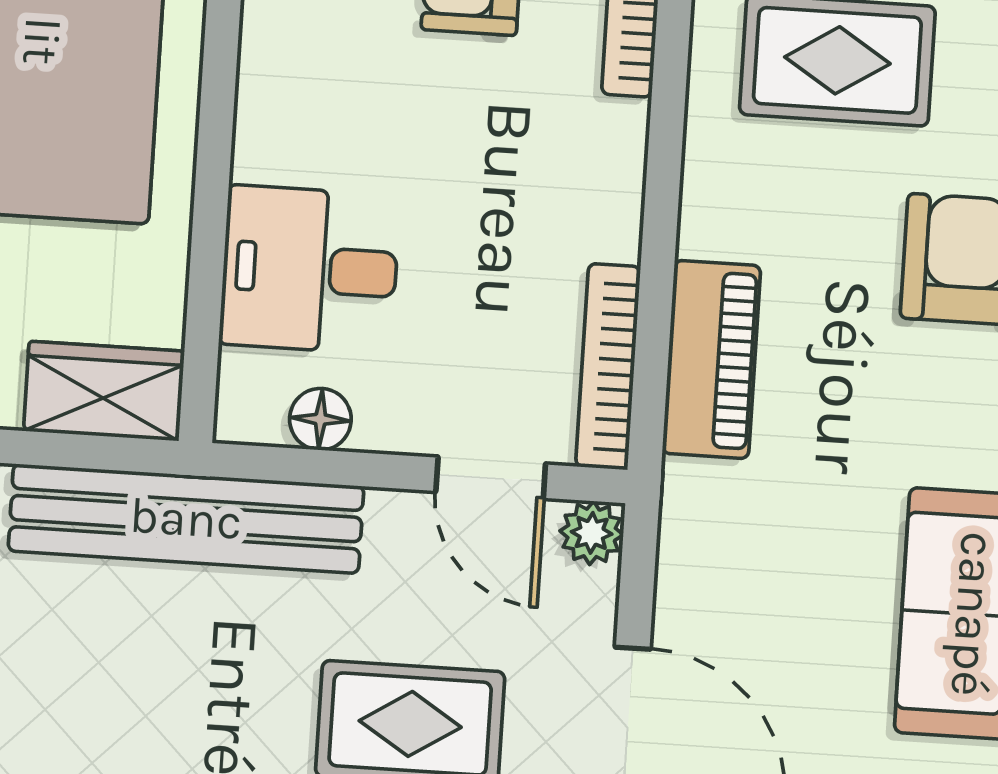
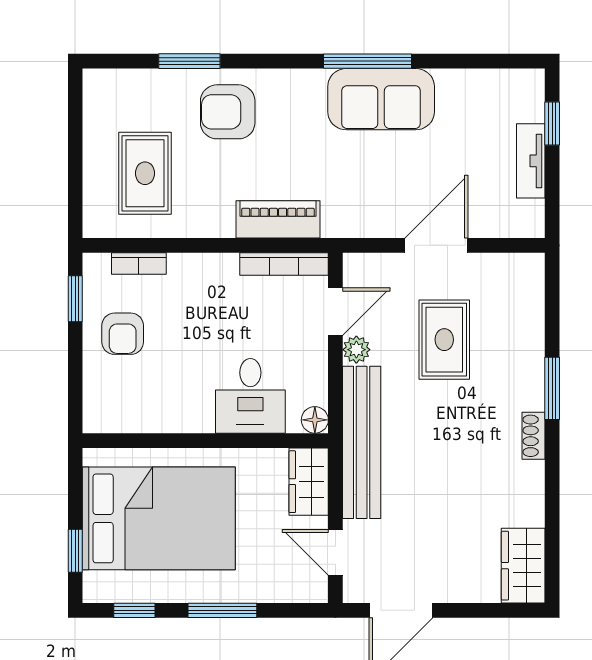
floor lamp: (320, 419) -> (315, 420), moved
plant: (592, 533) -> (356, 350), moved

